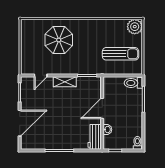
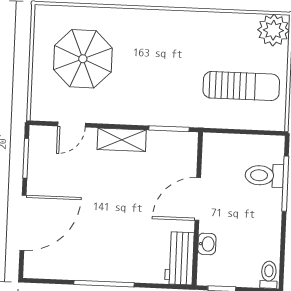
parasol: (59, 40) -> (83, 59), moved
toilet: (133, 83) -> (264, 175), moved

